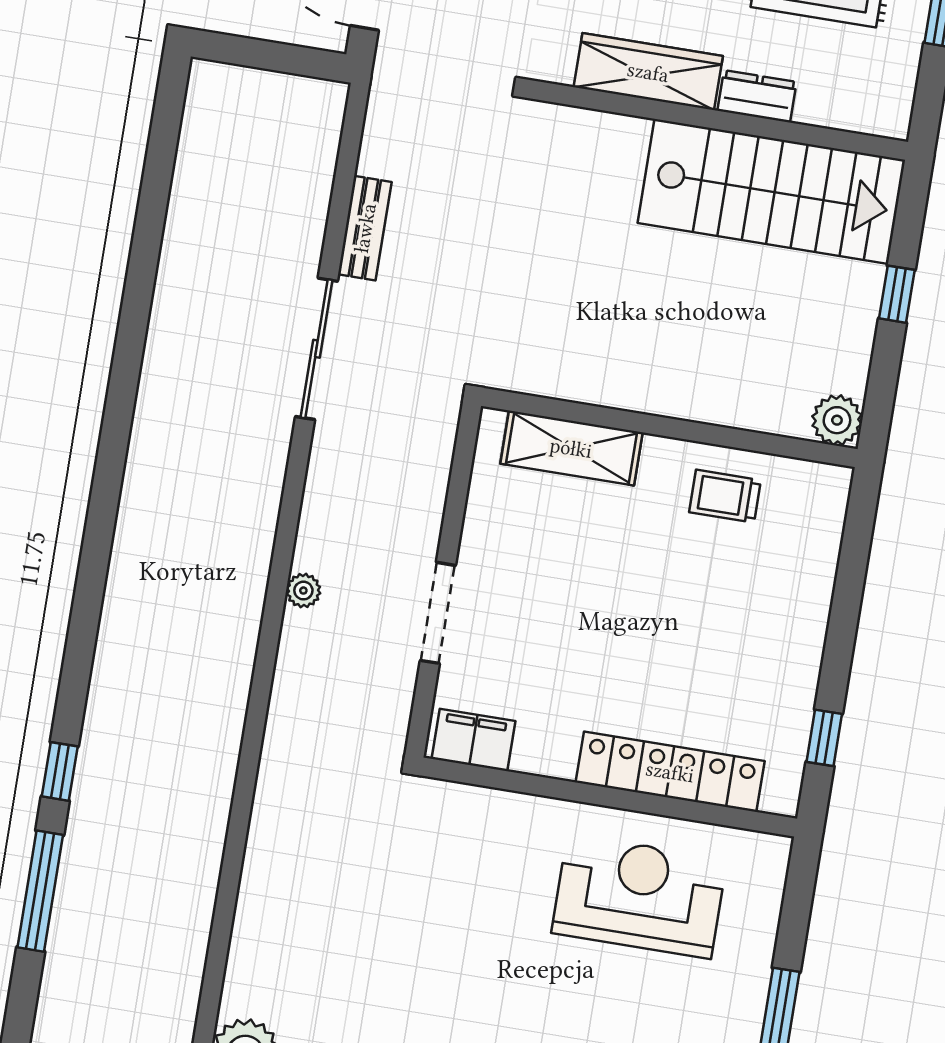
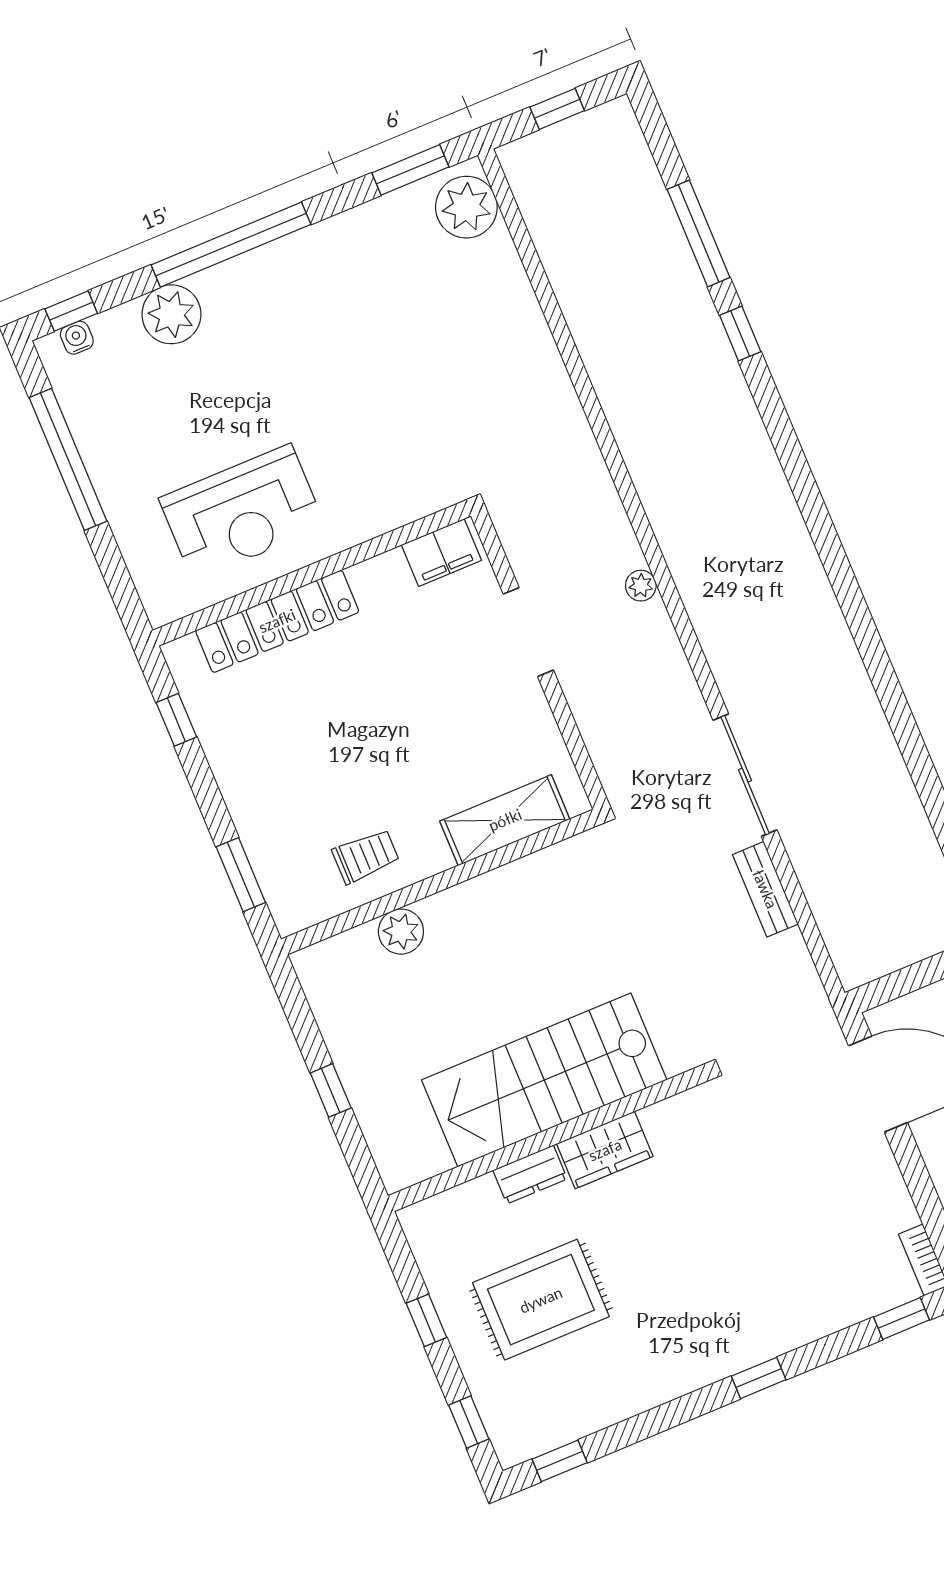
wardrobe: (648, 72) -> (605, 1150), width x0.67
stairs: (771, 191) -> (544, 1080), moved
plant: (837, 420) -> (401, 932), moved
window: (855, 553) -> (241, 875), added

